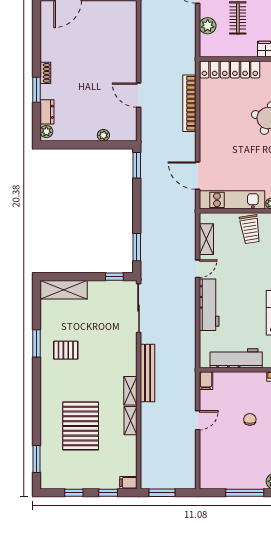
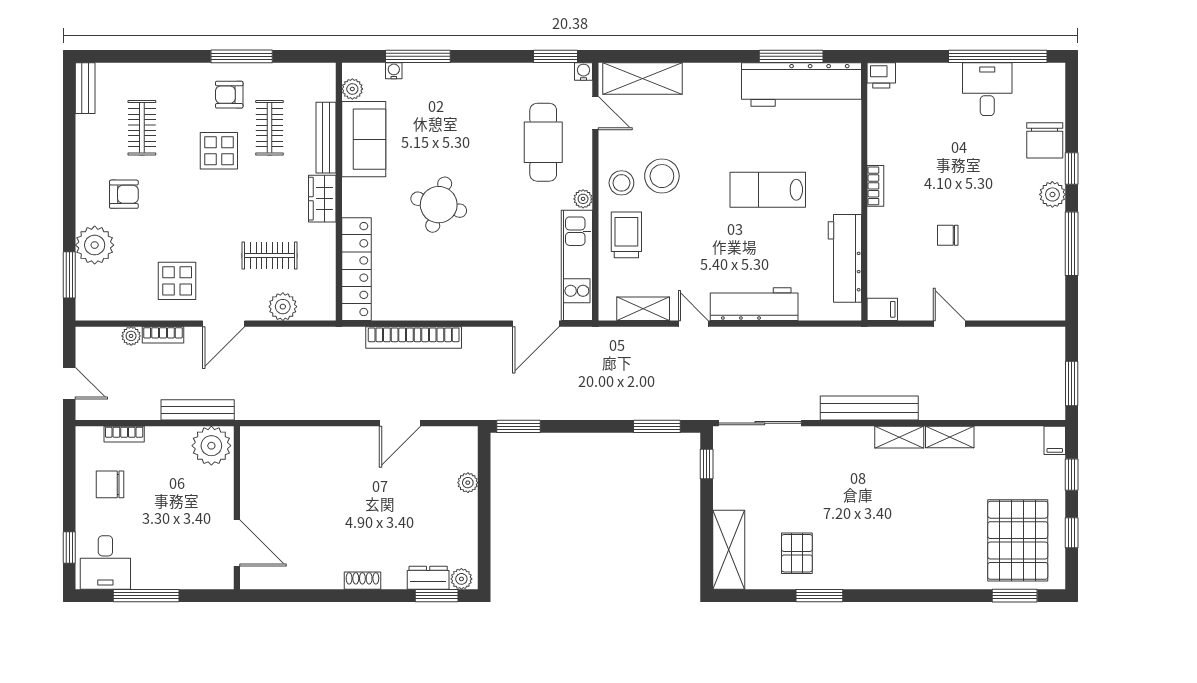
window: (36, 90) -> (437, 596), moved
trolley: (250, 229) -> (626, 235), turned -81
pallet: (66, 350) -> (797, 553), moved
pallet: (81, 426) -> (1018, 540), moved, turned 90

